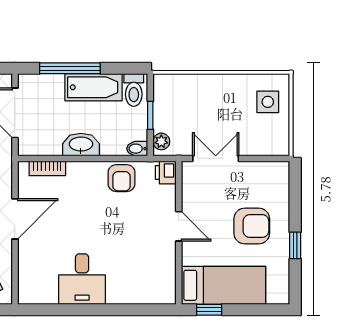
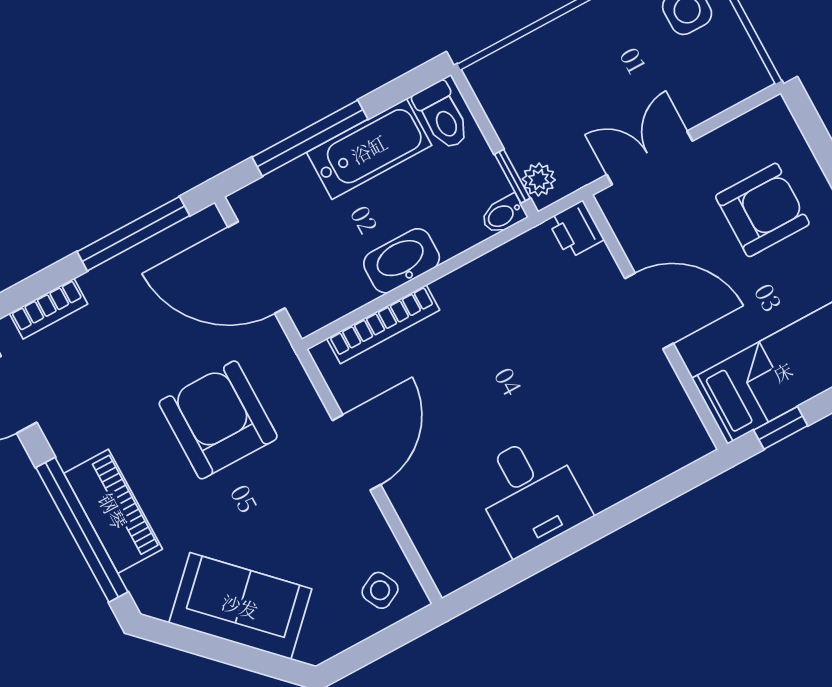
window: (150, 115) -> (512, 176), moved
bookcase: (47, 168) -> (383, 324), width x1.56
armchair: (121, 178) -> (504, 281), removed
door: (179, 226) -> (649, 311), width x1.37
armchair: (252, 226) -> (762, 210), moved

